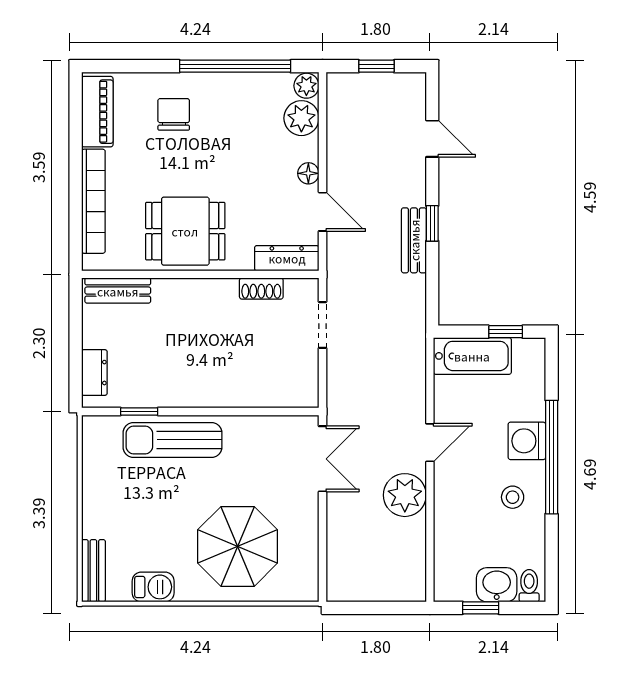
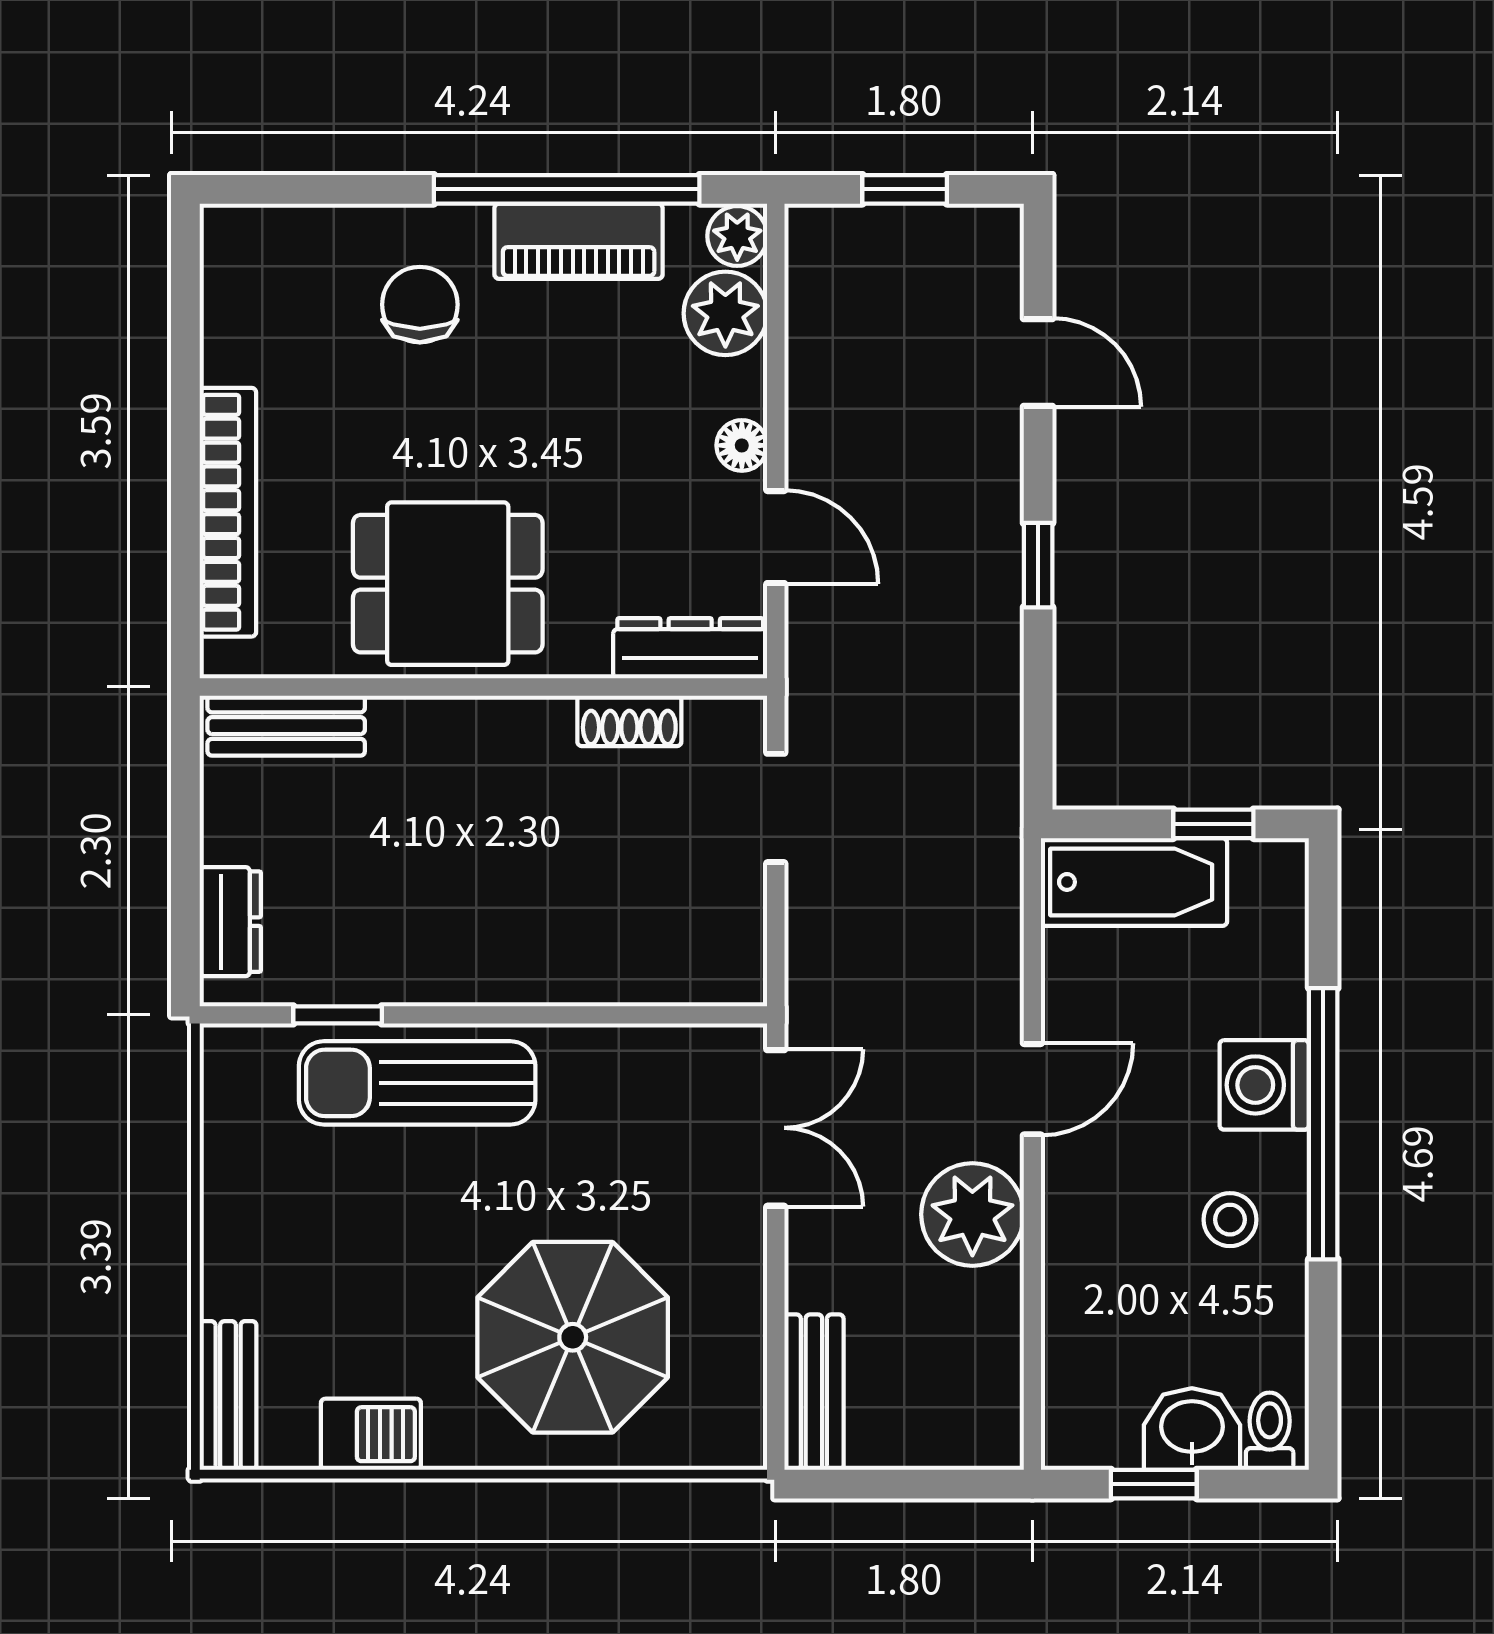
piano: (97, 112) -> (579, 241), moved, turned 90
bench: (414, 240) -> (814, 1392), moved

